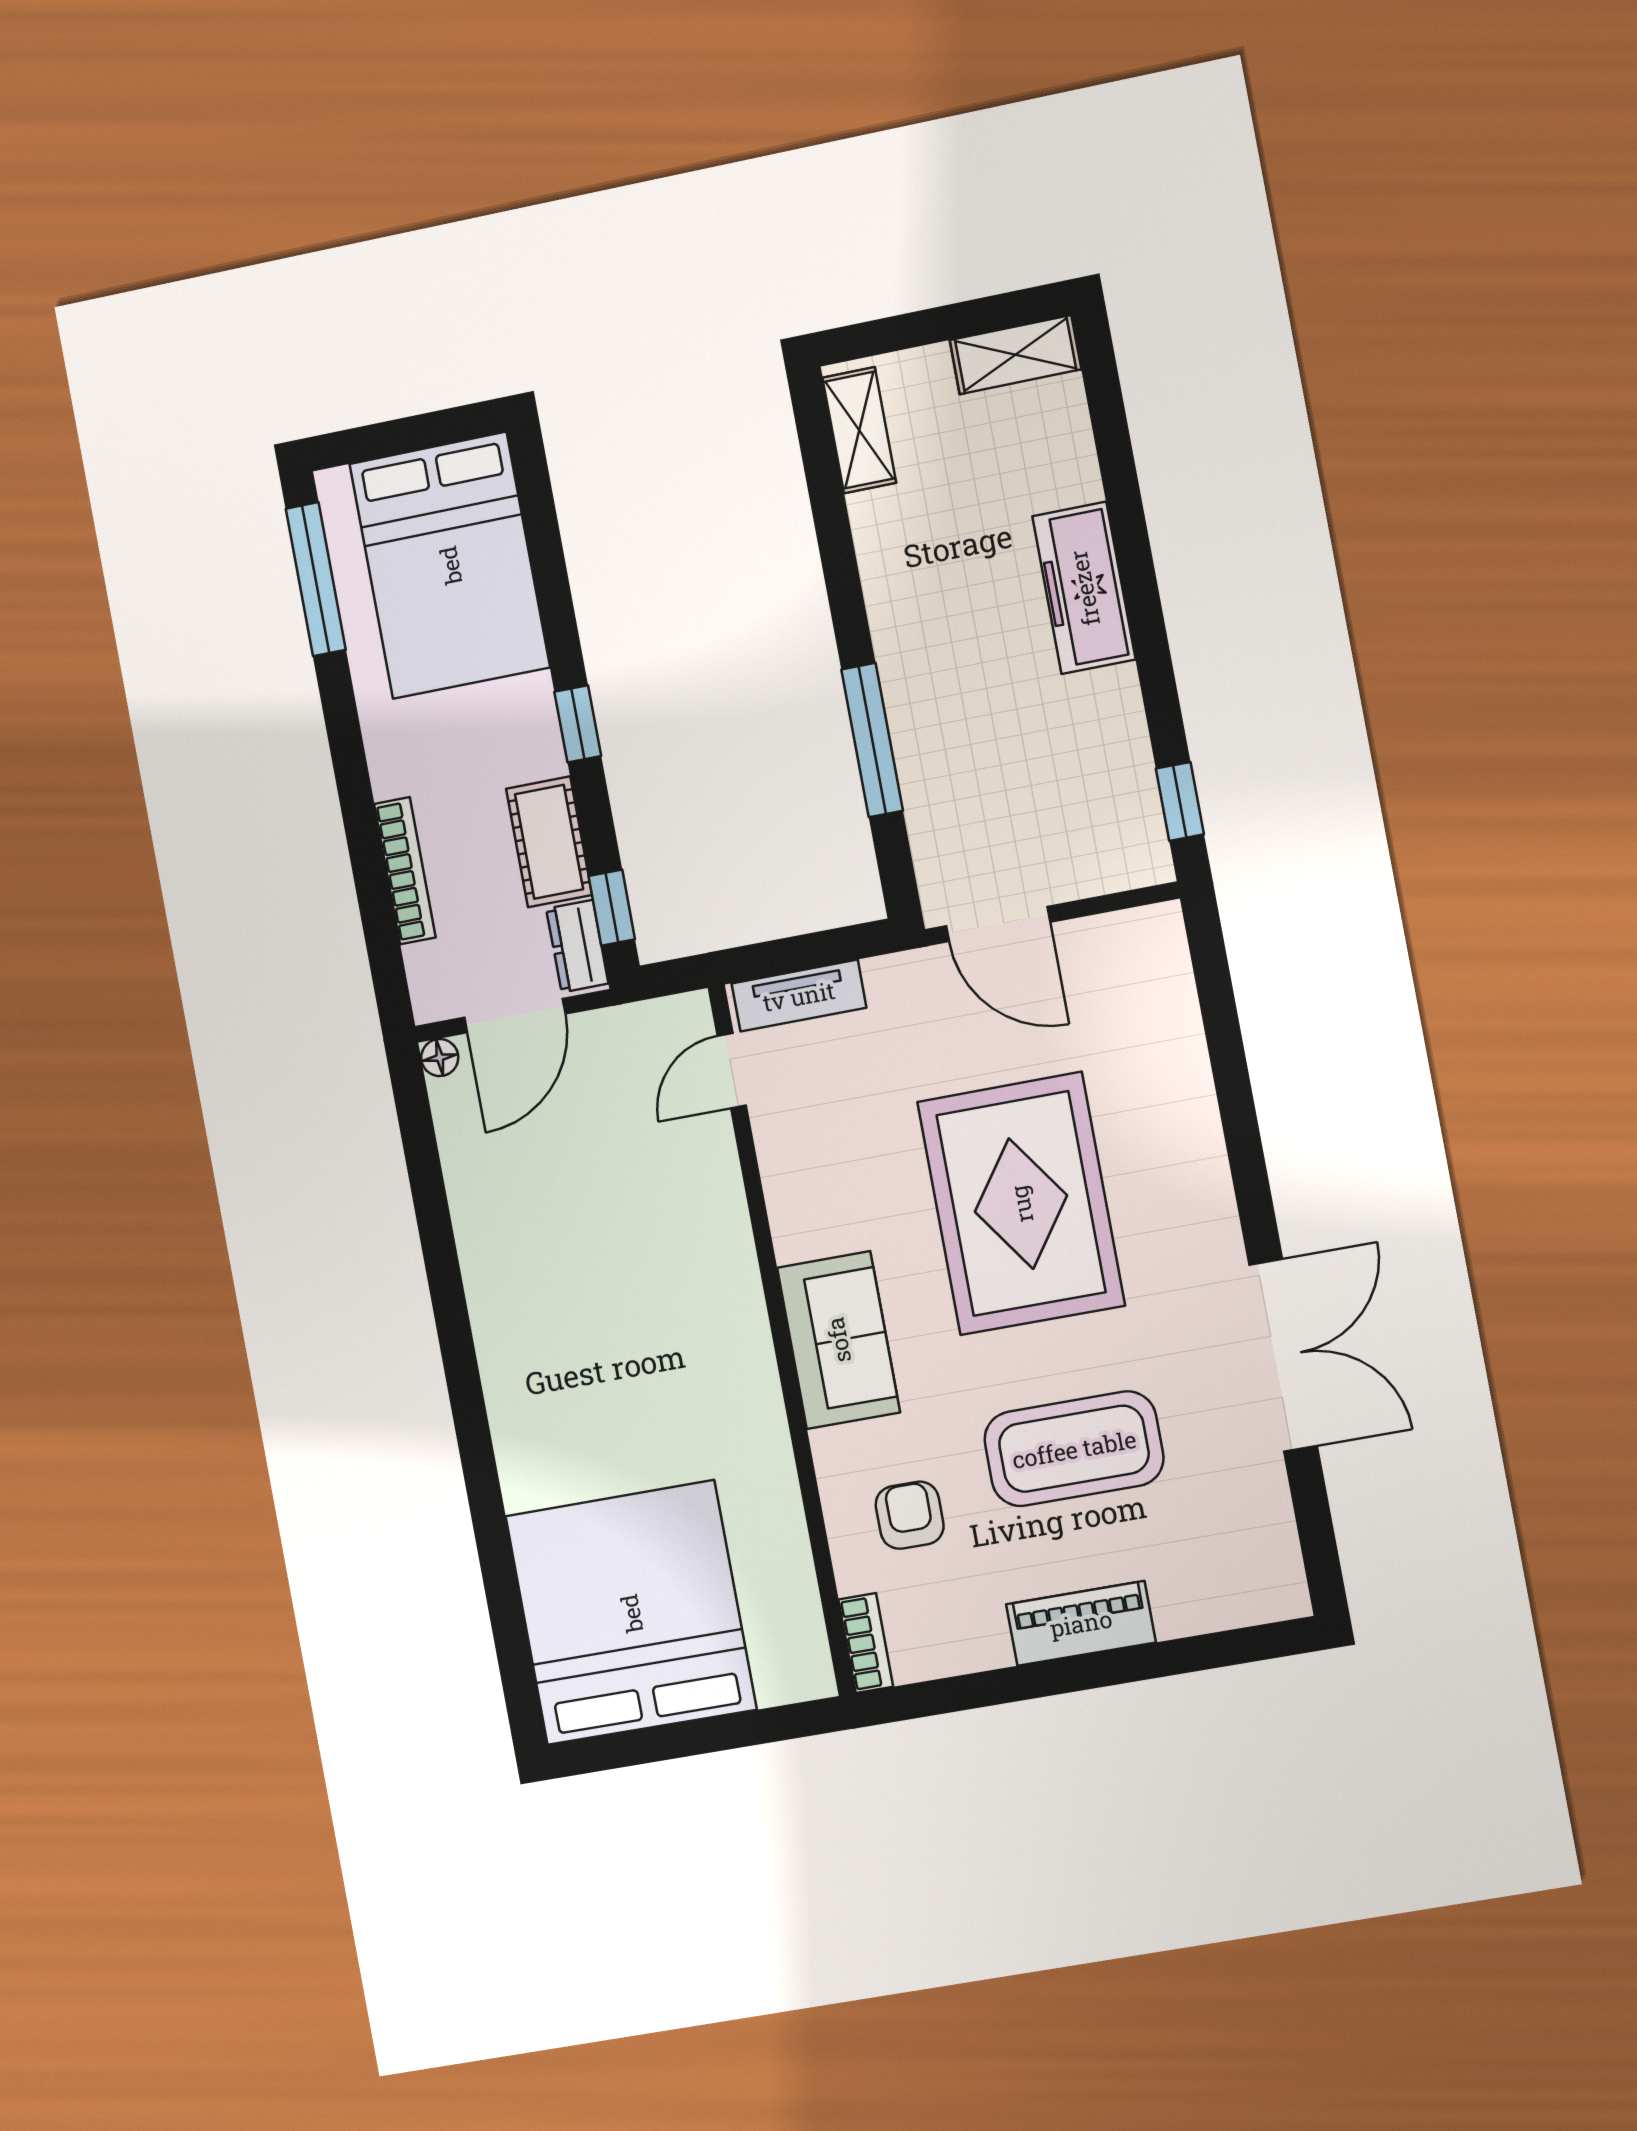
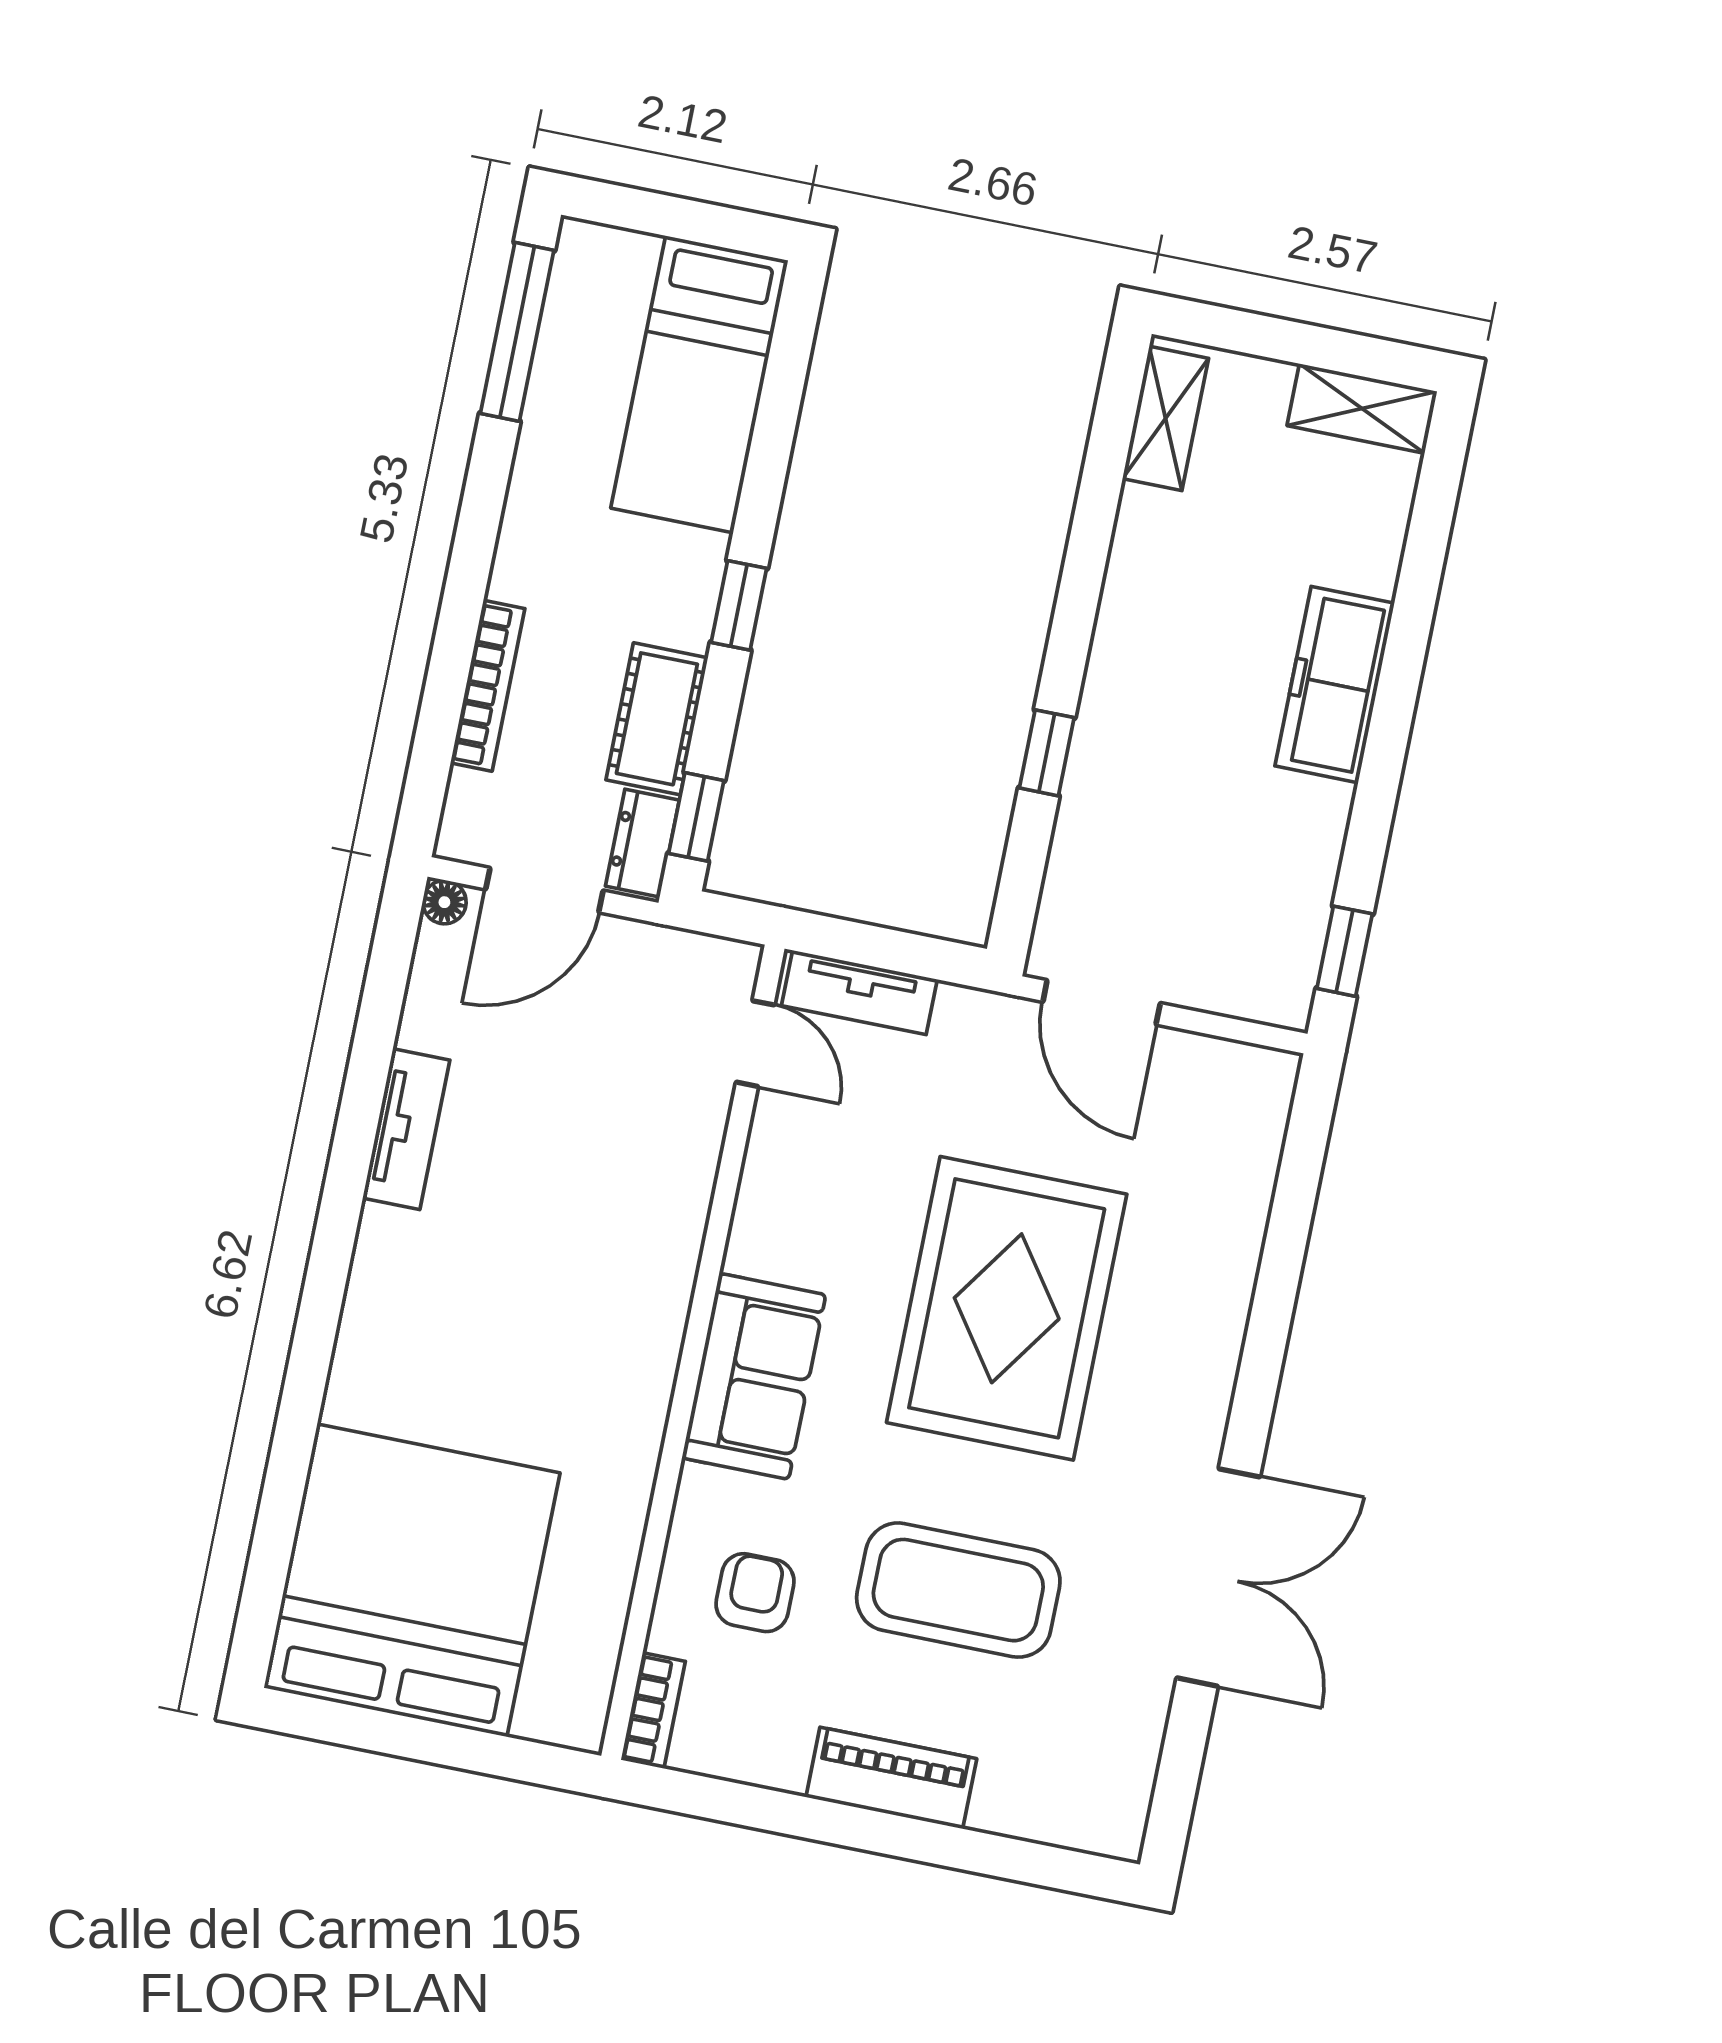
bed: (450, 565) -> (699, 384), width x0.67
window: (872, 740) -> (1047, 753), width x0.46
door: (732, 1071) -> (755, 1044), swing flipped
tv unit: (482, 1252) -> (406, 1129), added

